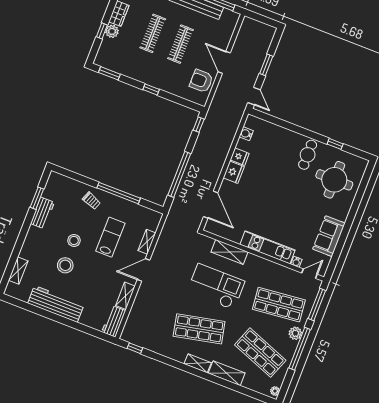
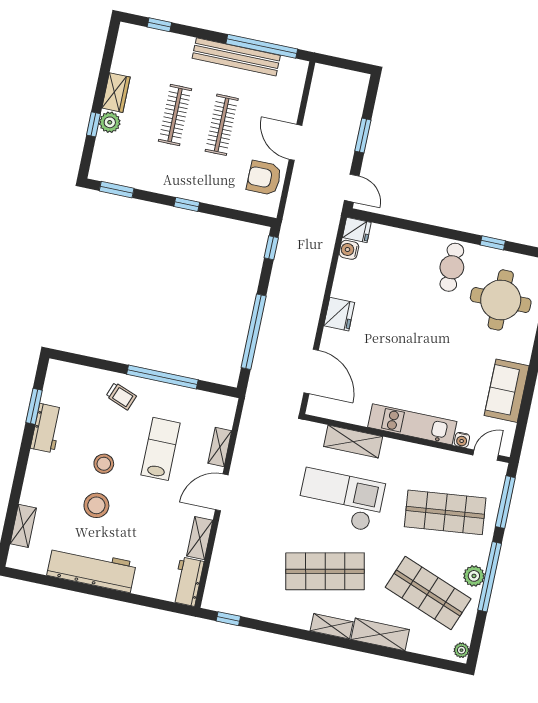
fridge: (240, 157) -> (357, 230), moved
plant: (295, 333) -> (474, 576), moved

